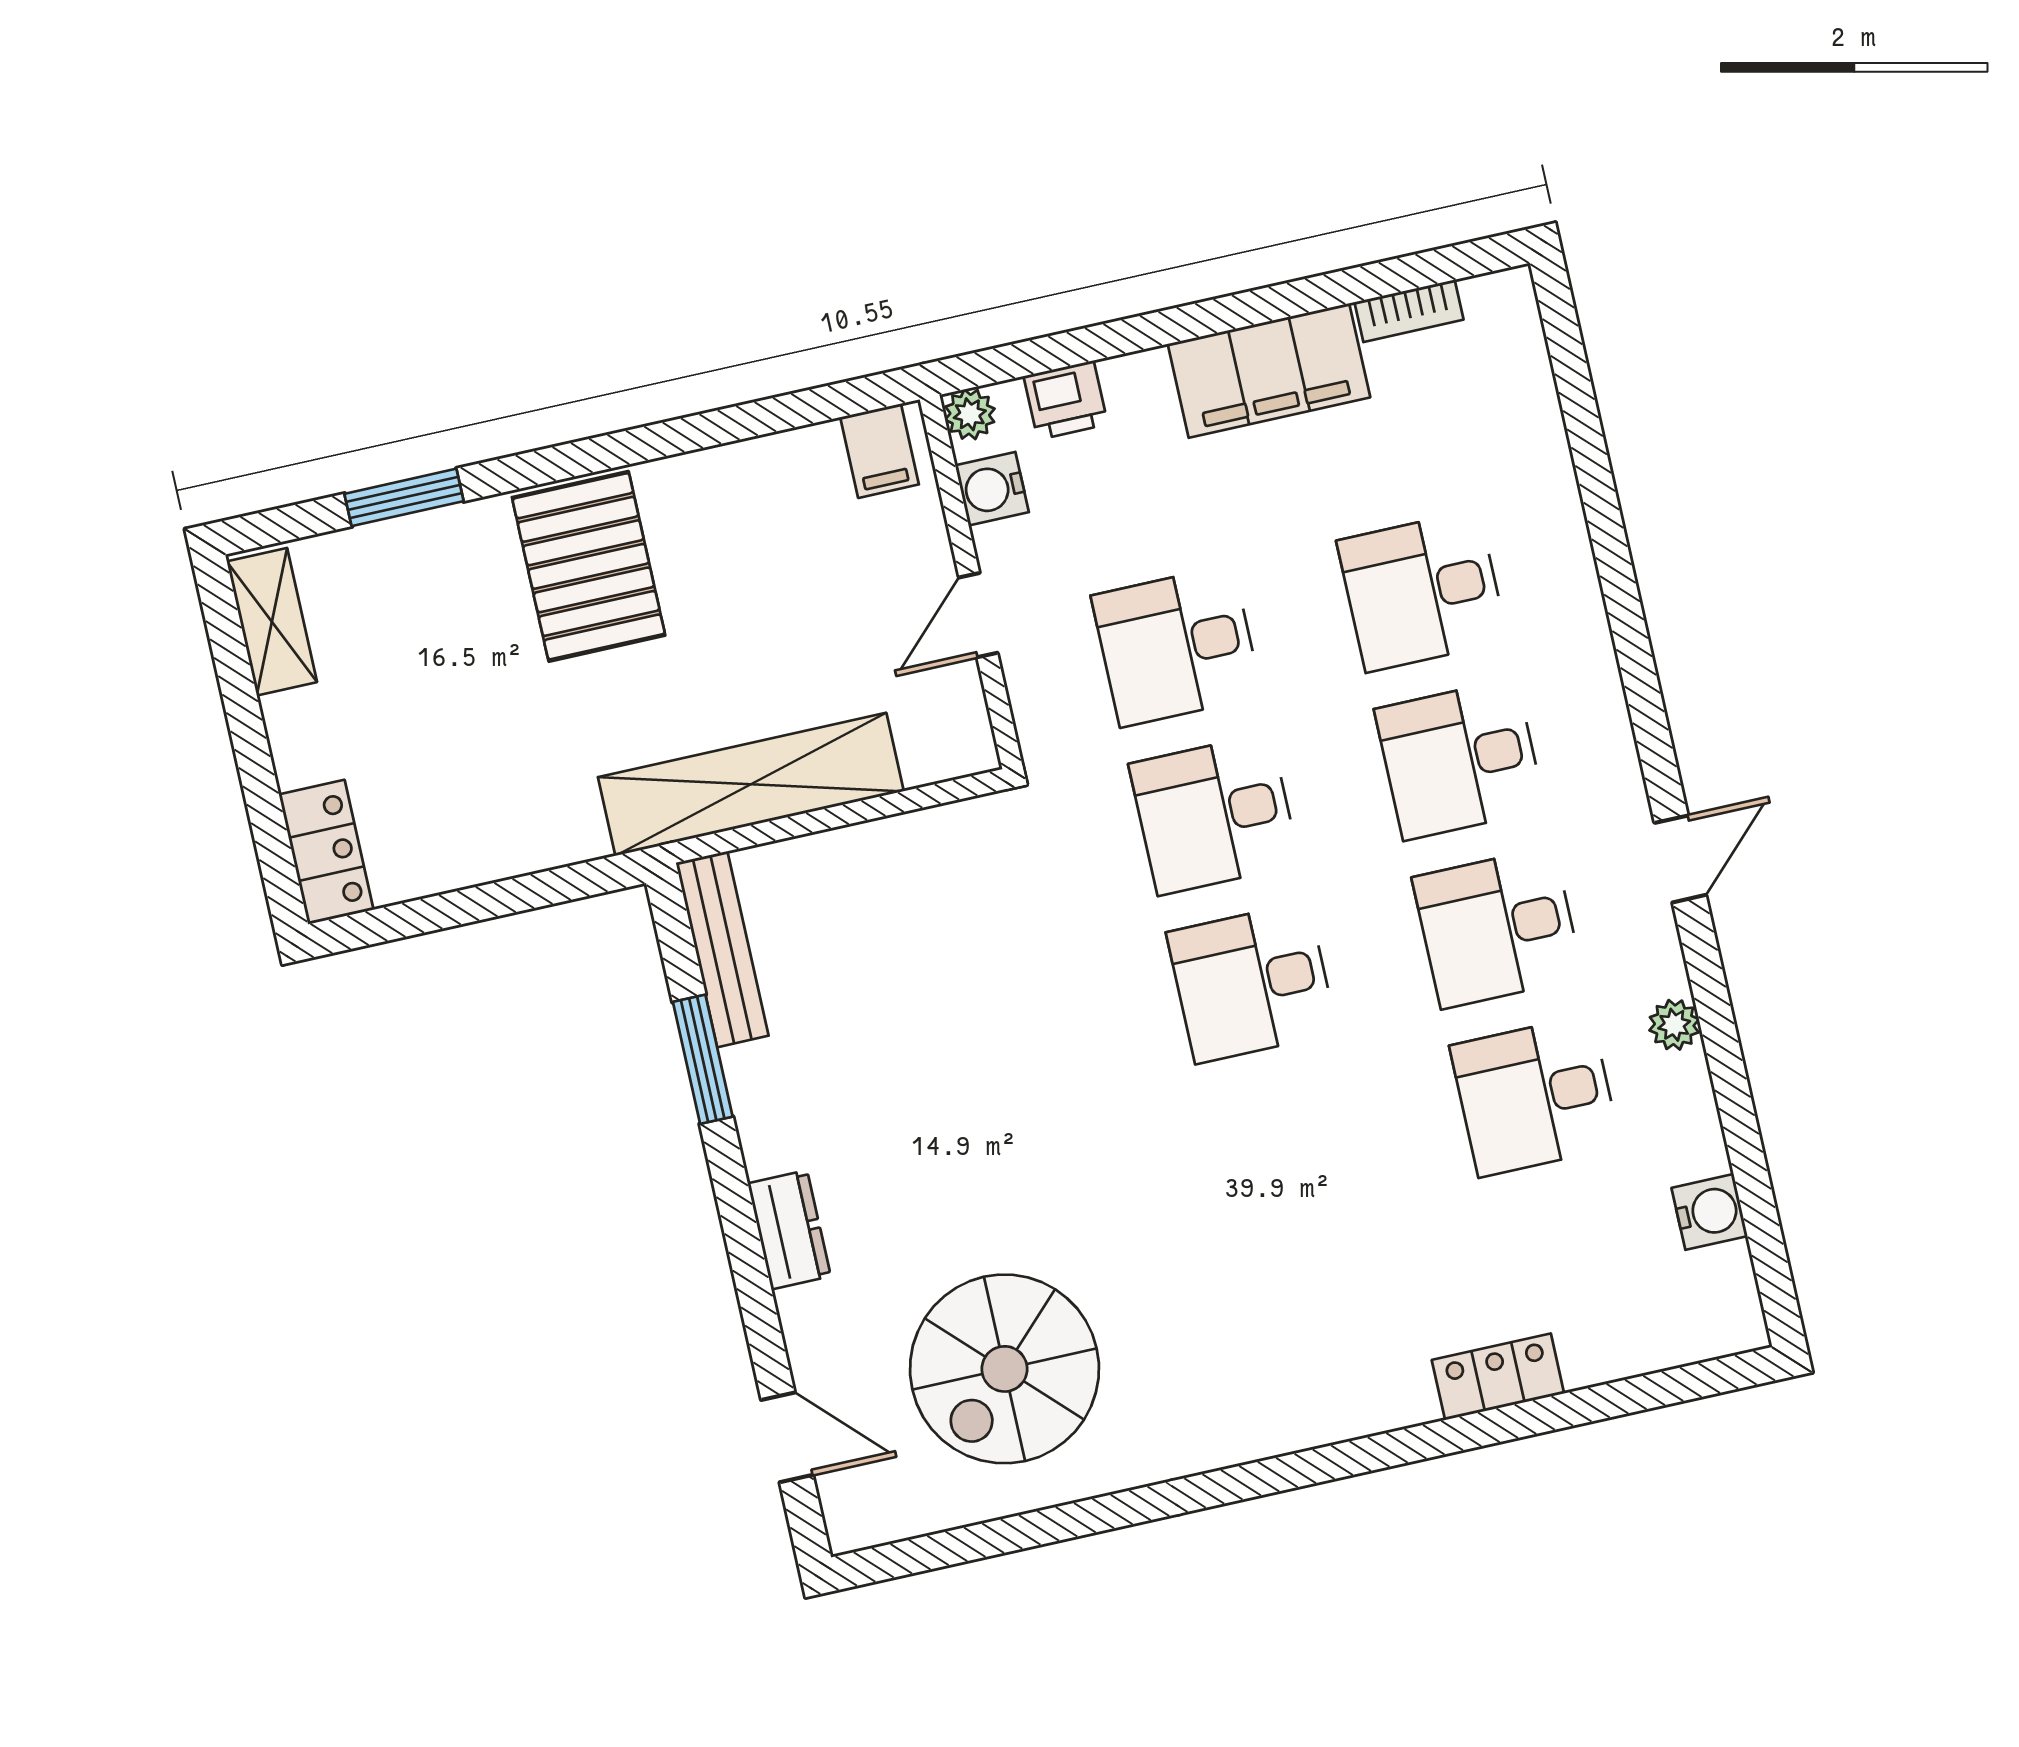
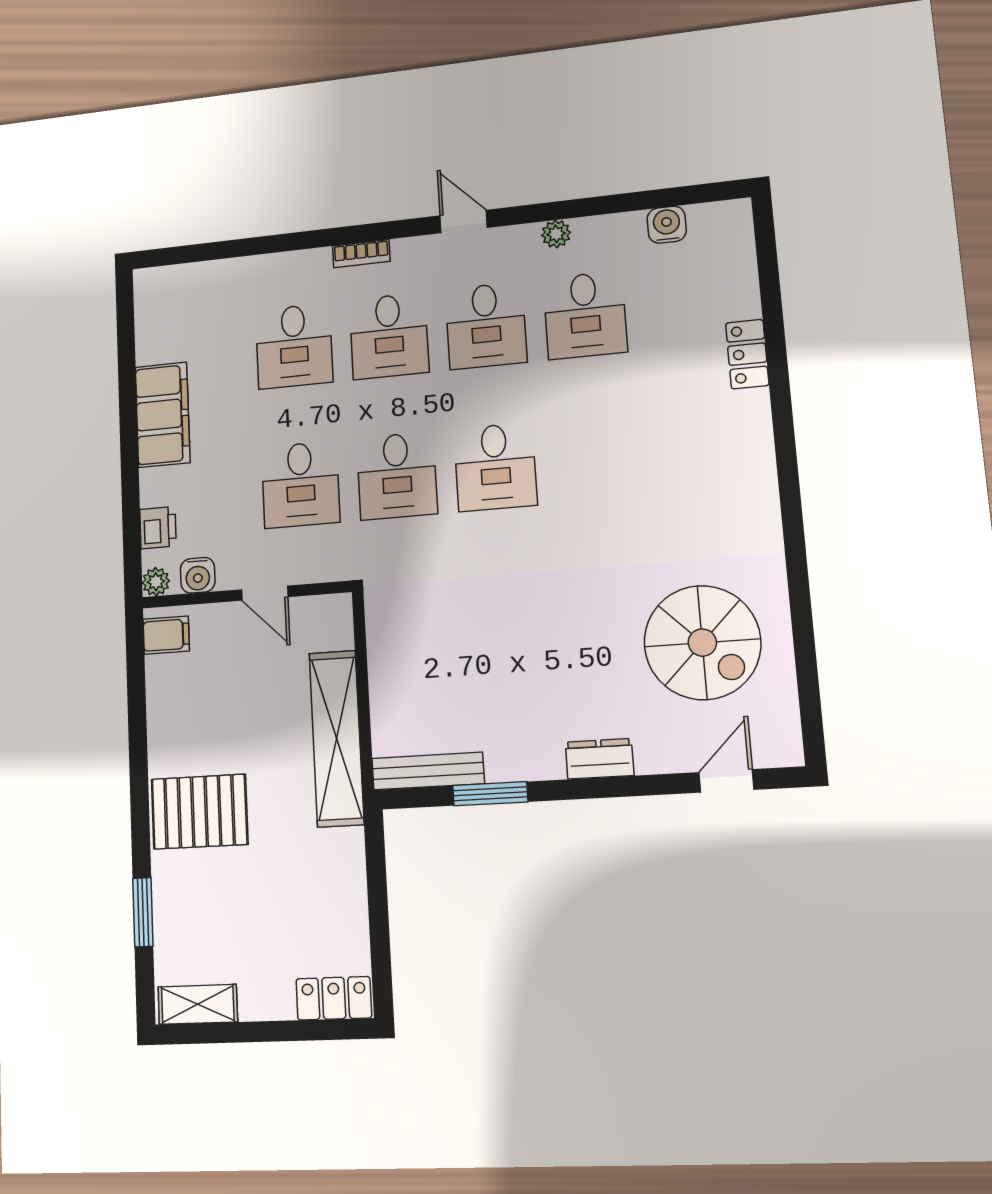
bookcase: (1409, 311) -> (361, 254), moved, turned 90

